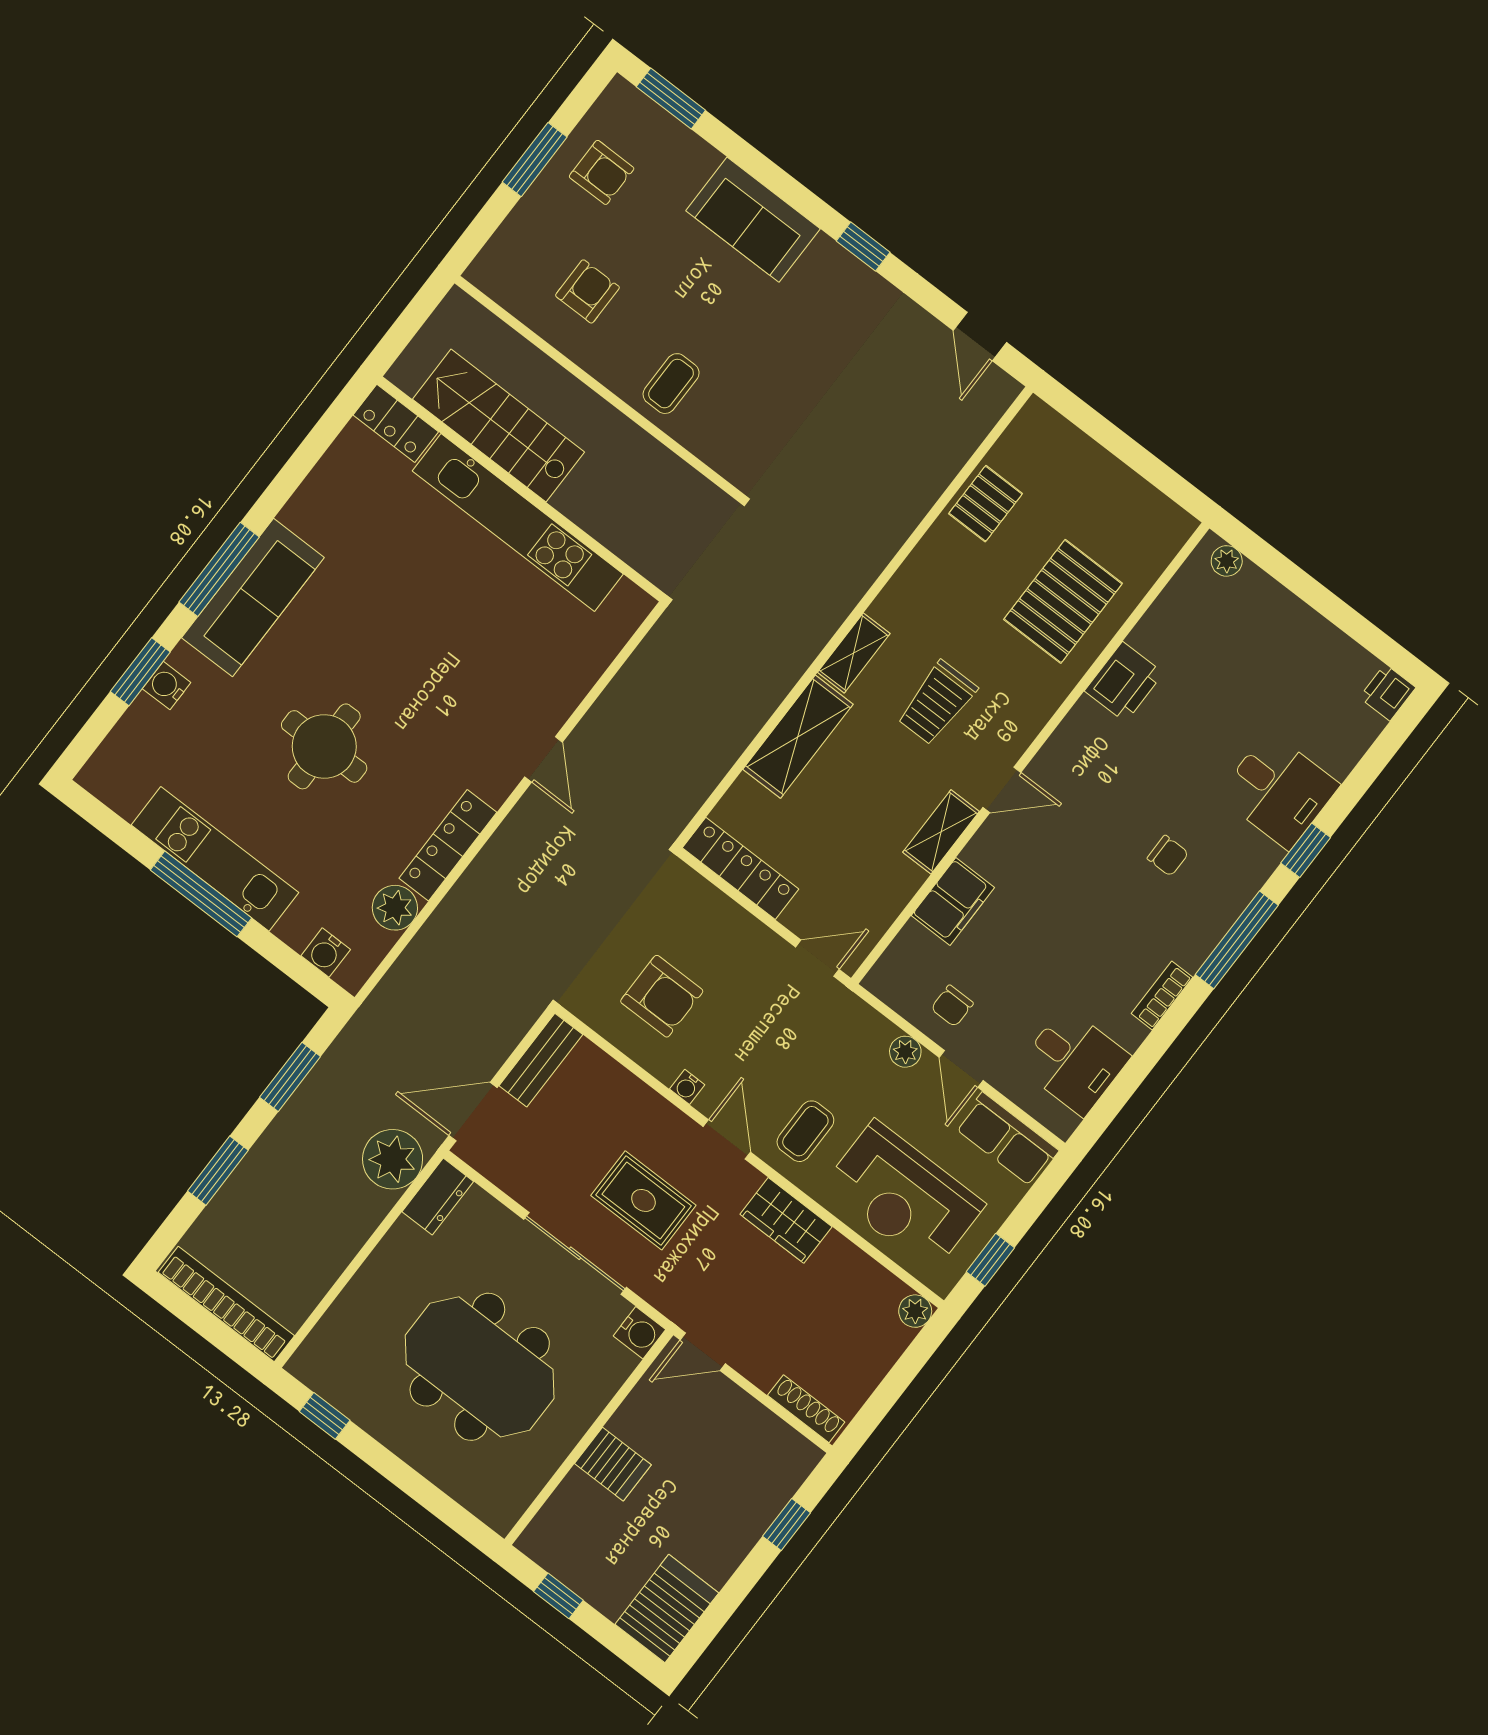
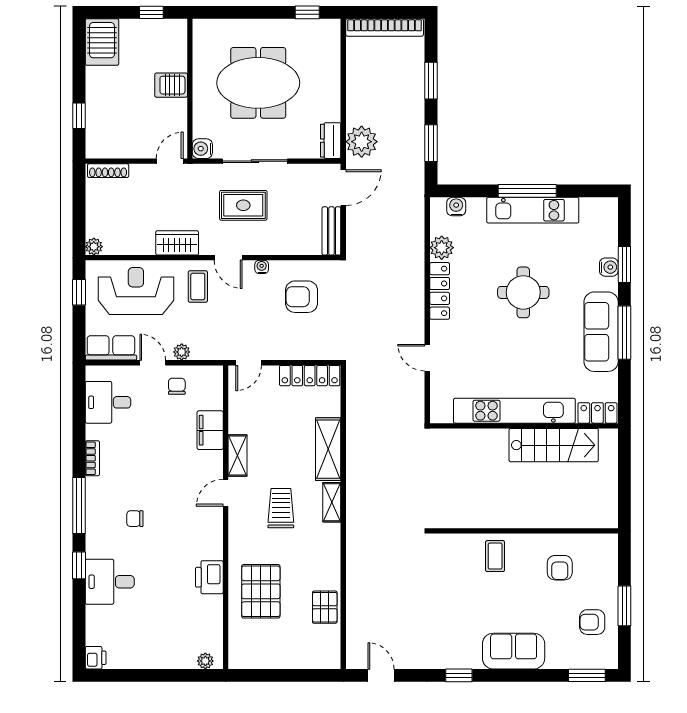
locker: (396, 423) -> (597, 413), moved
stairs: (499, 426) -> (554, 445), moved
wall: (521, 489) -> (524, 426), moved
kitchen unit: (518, 523) -> (514, 411), moved

